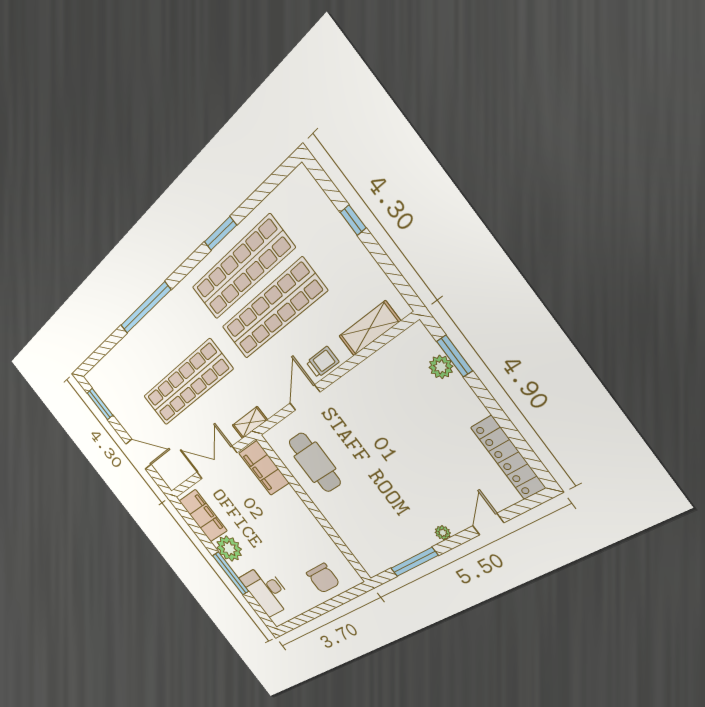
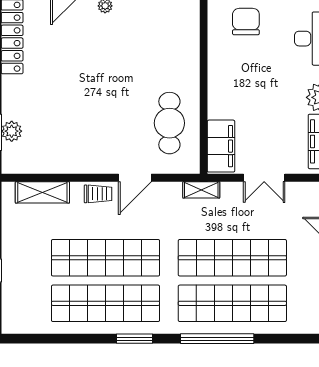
window: (220, 234) -> (134, 339), moved
shop shelf: (159, 346) -> (232, 303), added
trolley: (322, 362) -> (98, 194), turned 180
double door: (217, 463) -> (264, 178), width x0.73

